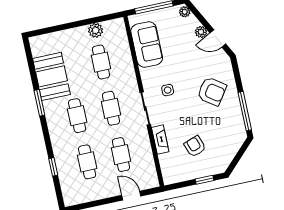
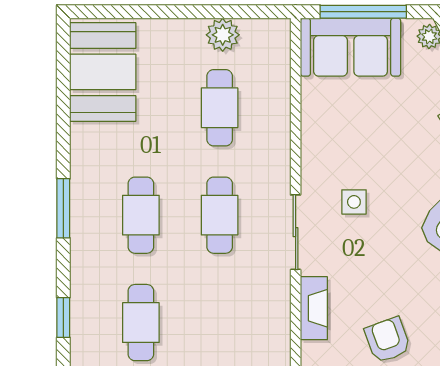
sofa: (147, 45) -> (351, 47), moved, turned 90
booth: (51, 76) -> (103, 72), moved
window: (39, 103) -> (63, 208), moved
cafe table: (121, 155) -> (220, 323), removed

